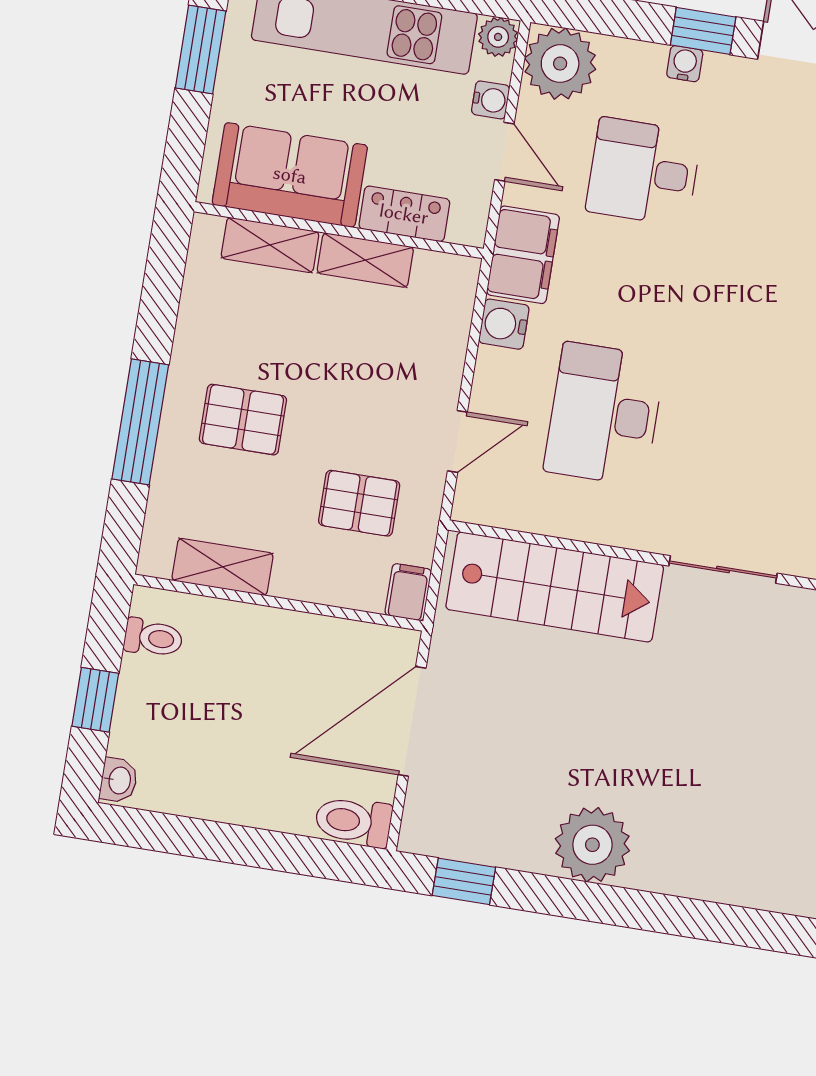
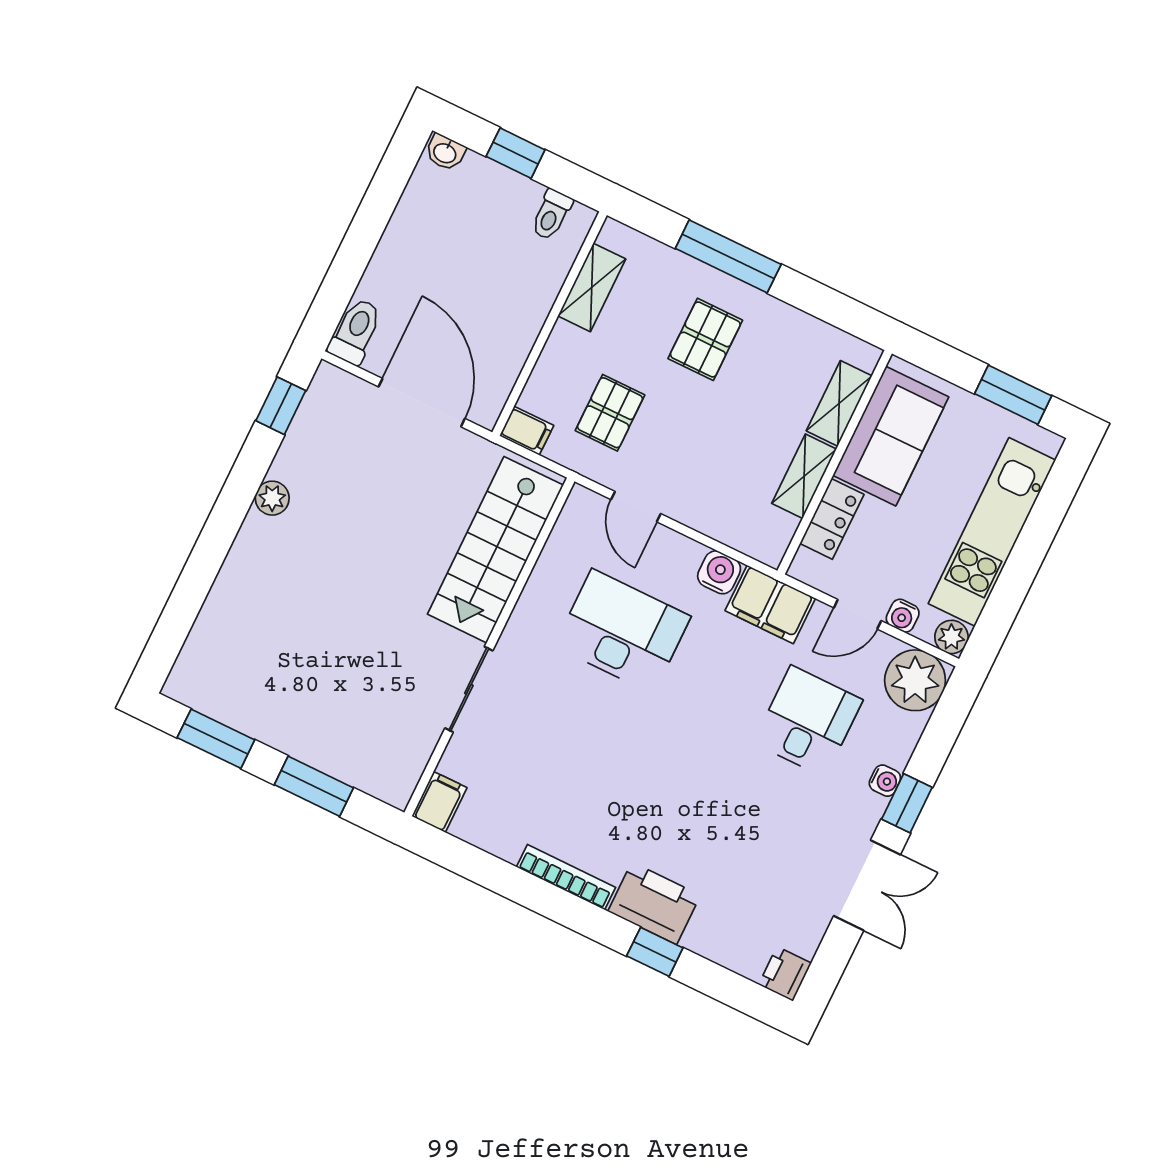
plant: (592, 845) -> (272, 498), width x0.53, depth x0.53

